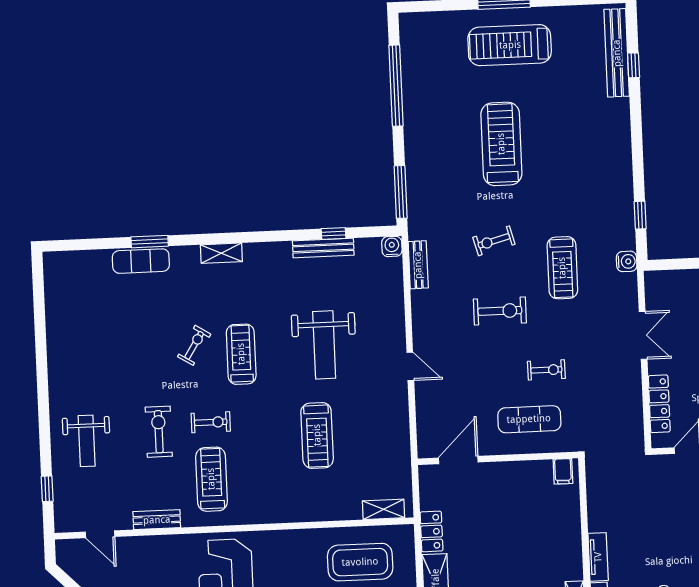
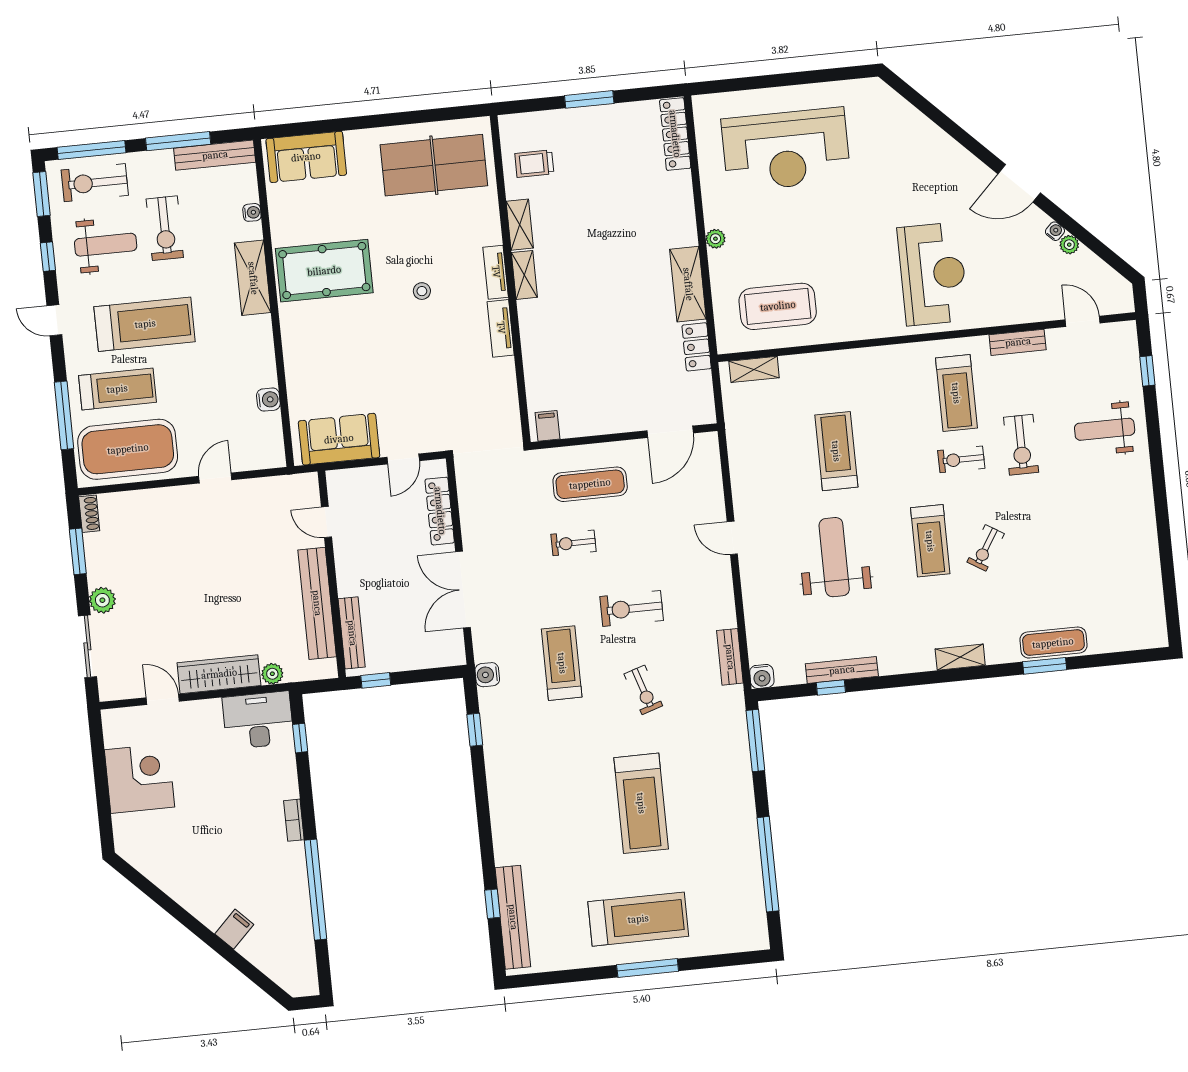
exercise bike: (494, 241) -> (643, 690), turned 87
double door: (643, 335) -> (463, 590), width x1.37
weight bench: (87, 441) -> (1105, 429), turned -90

